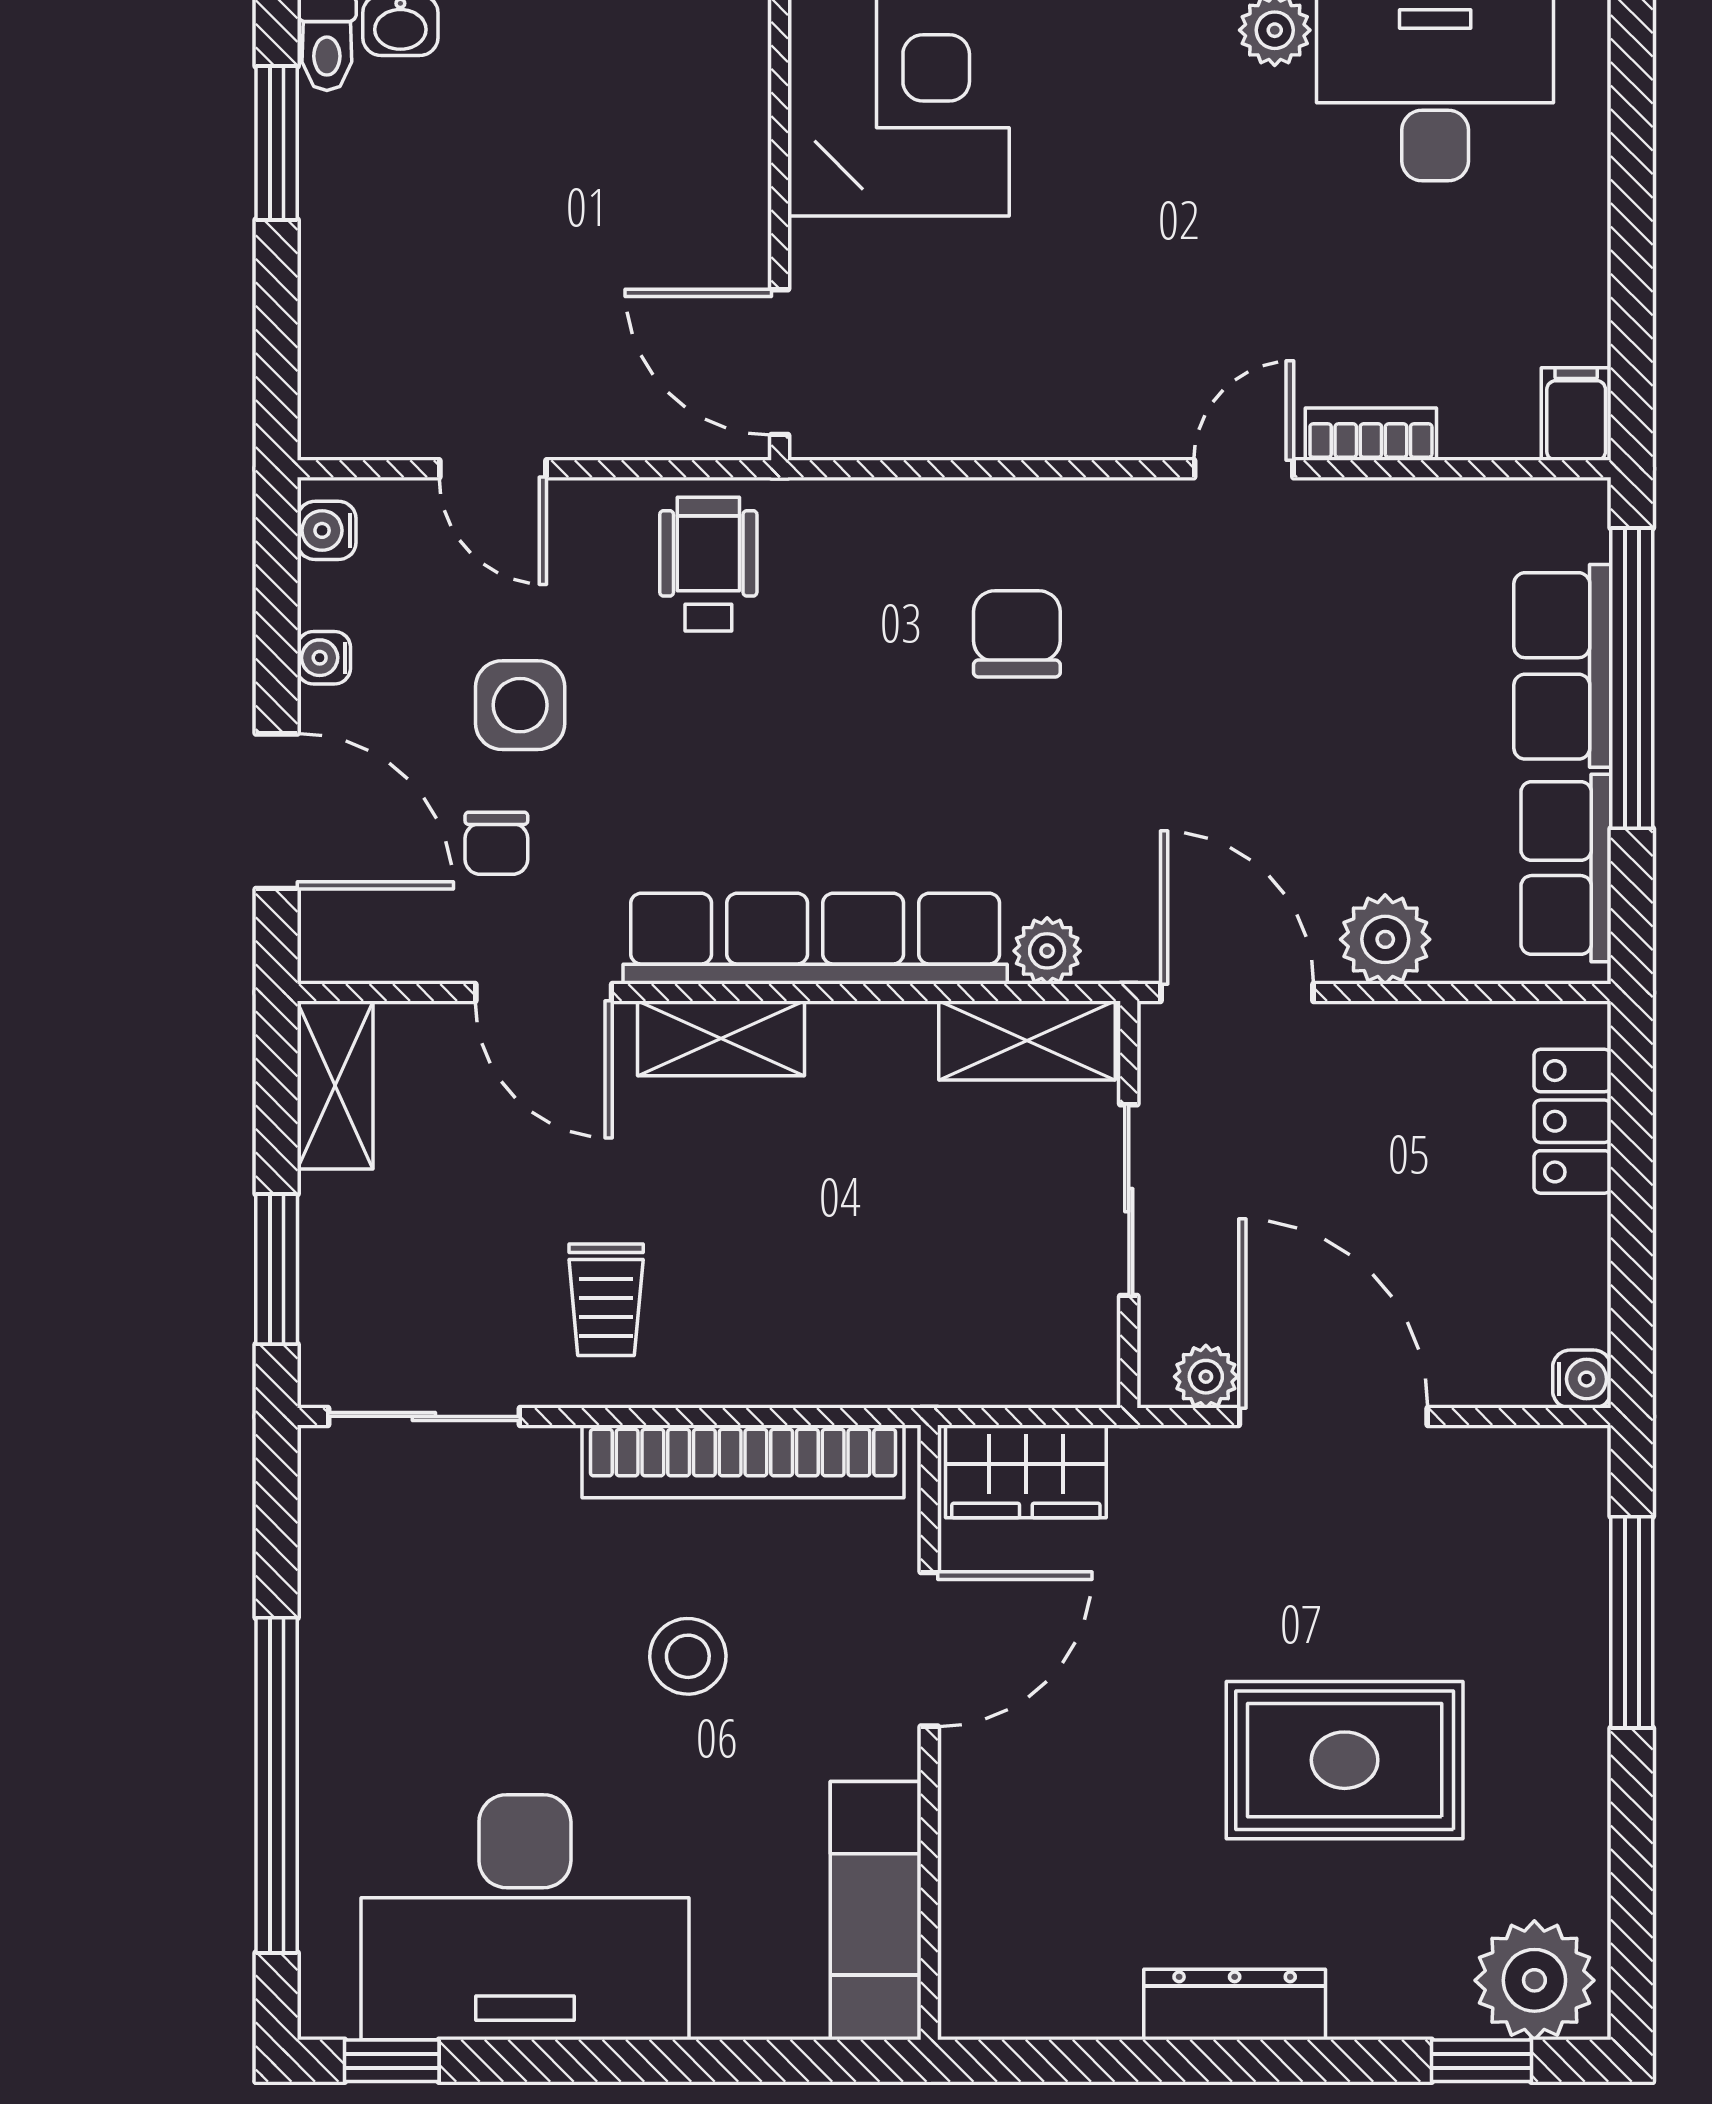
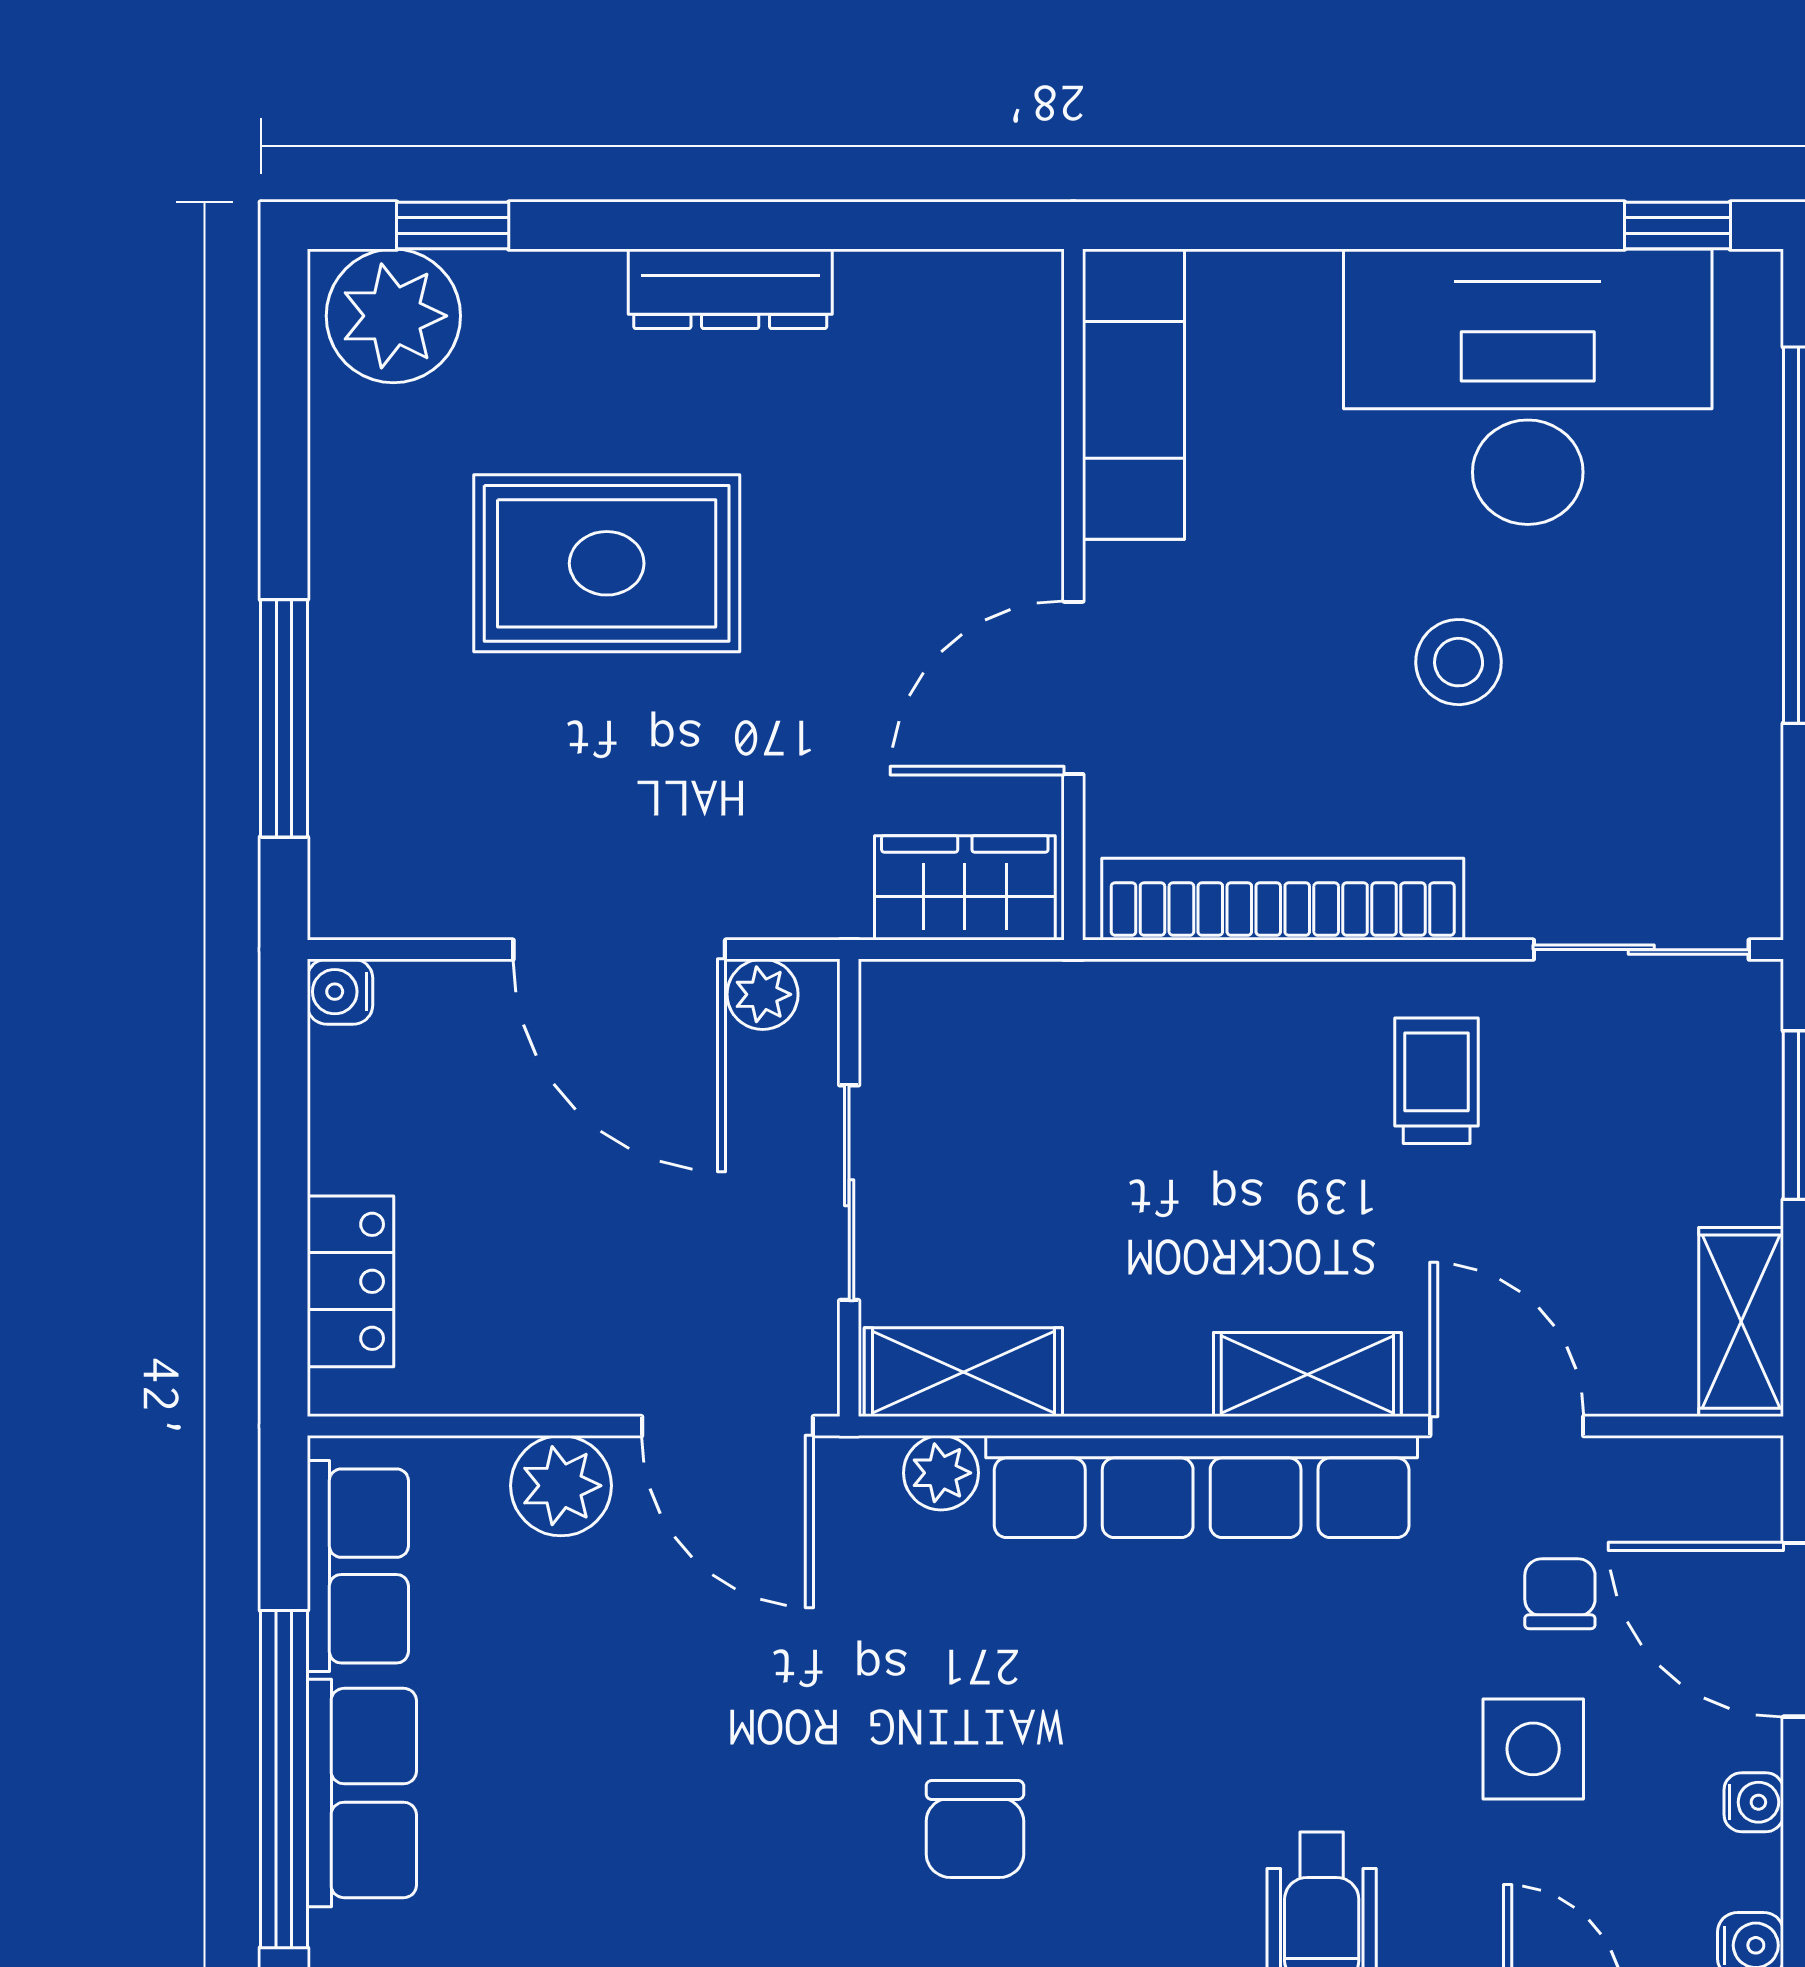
stool: (688, 1656) -> (1459, 662), moved

